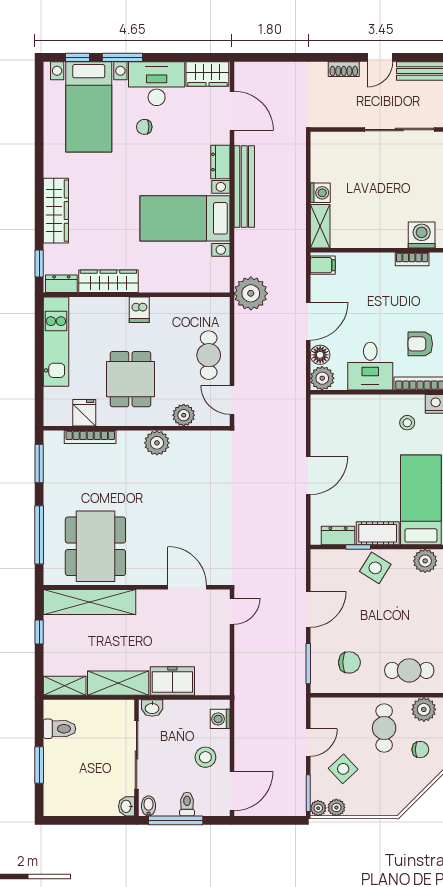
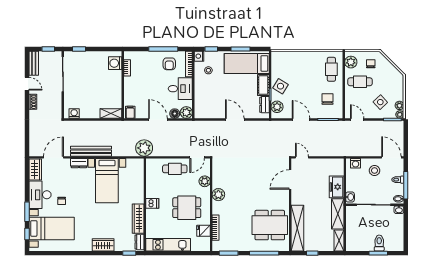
washing machine: (320, 193) -> (74, 114), moved
wardrobe: (56, 211) -> (103, 245), width x0.67
plant: (425, 561) -> (277, 107), moved
toilet: (59, 729) -> (379, 243), moved
door: (308, 743) -> (357, 119), moved

